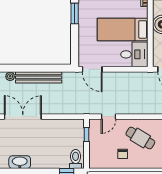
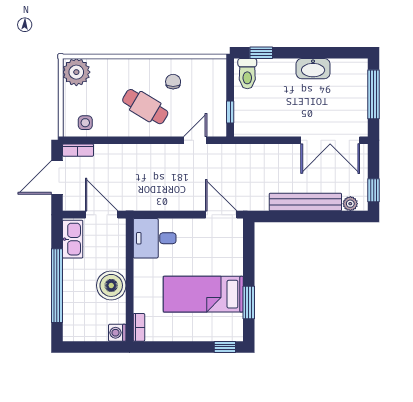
bed: (123, 29) -> (203, 294), moved, turned 180
washbasin: (20, 162) -> (313, 69), moved

